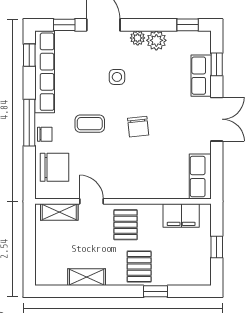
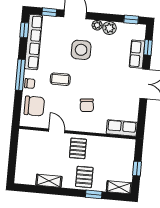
side table: (117, 77) -> (81, 50), width x1.87, depth x1.87
chair: (138, 127) -> (87, 105), moved
row of seats: (200, 177) -> (122, 128), moved, turned 90
shelving: (59, 212) -> (119, 187), moved
filing cabinet: (181, 216) -> (115, 146), removed

